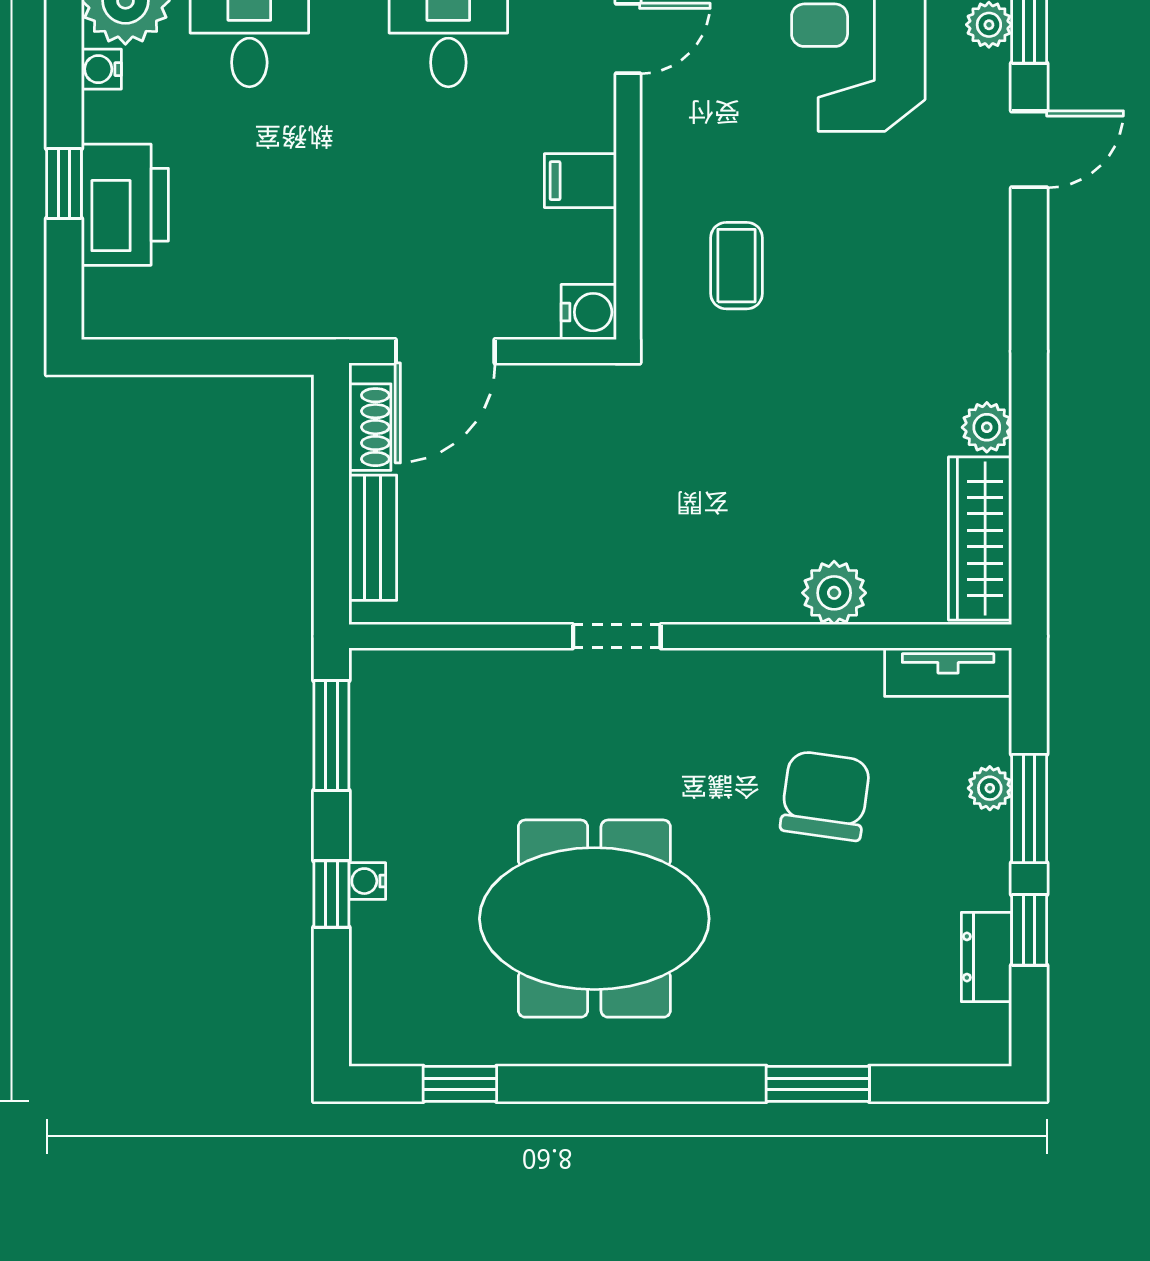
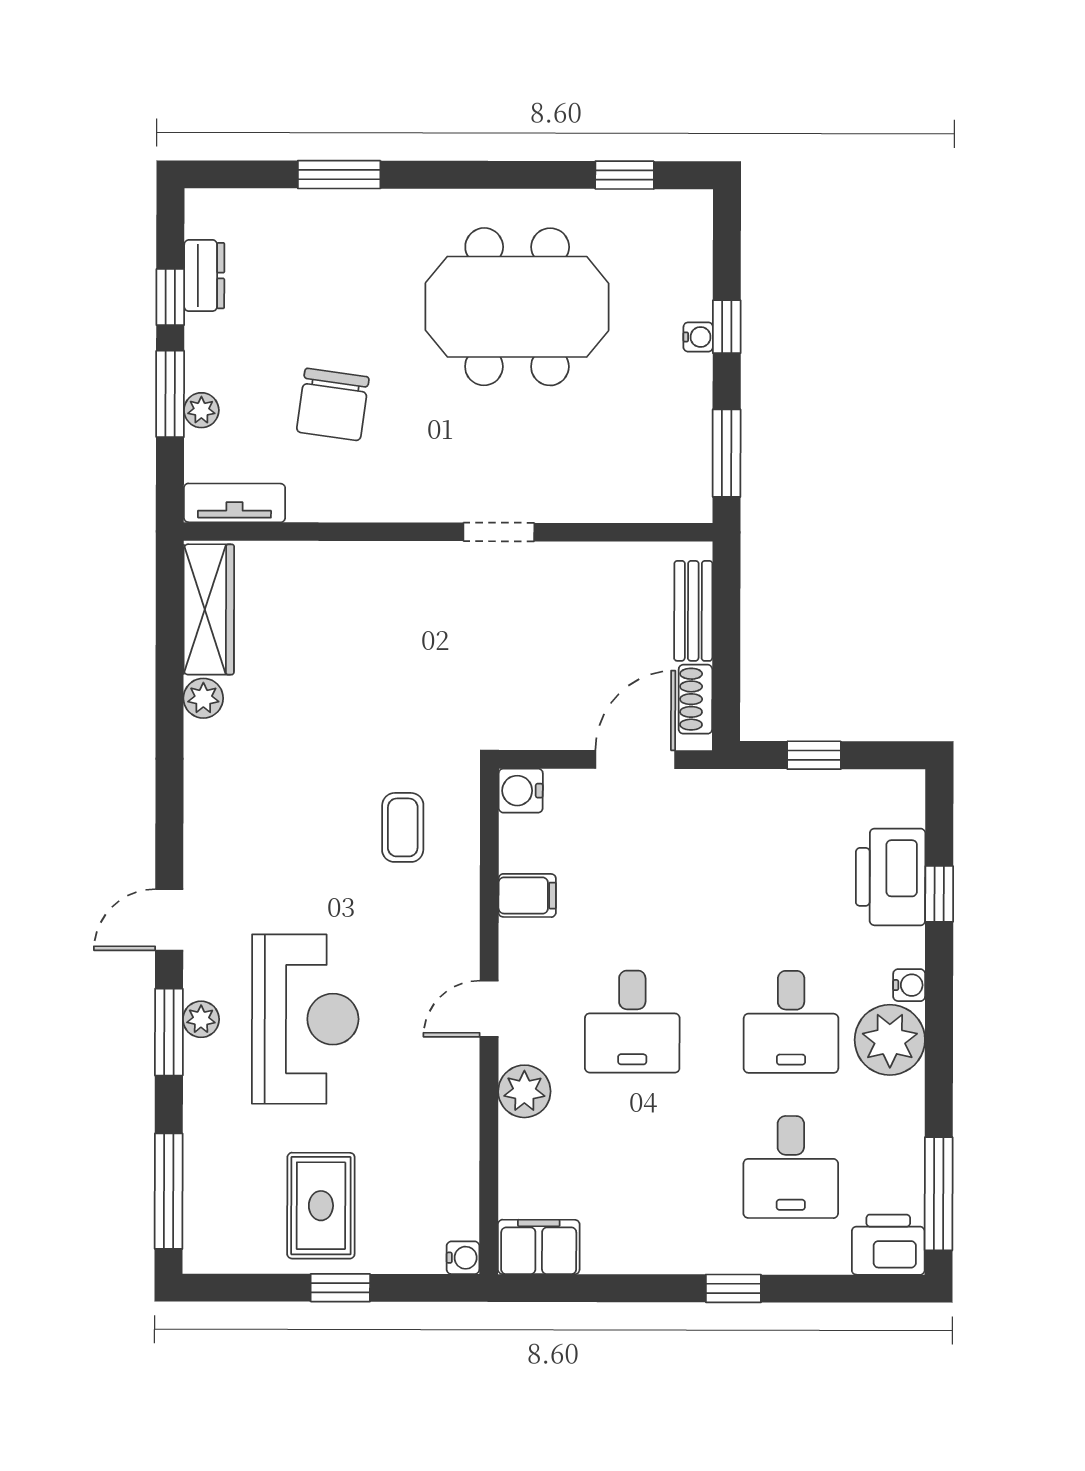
window: (221, 357) -> (814, 755), added
plant: (834, 593) -> (325, 566), removed

